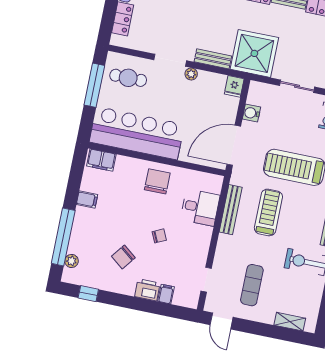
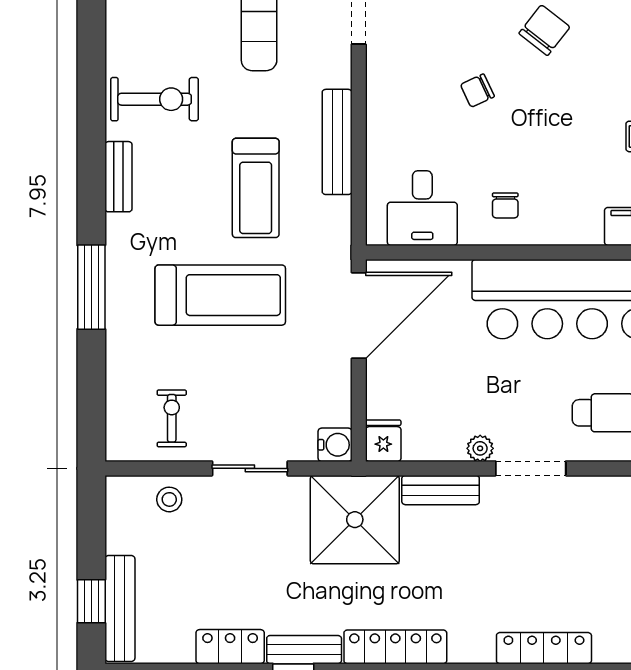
water cooler: (251, 113) -> (335, 445), moved
chair: (157, 181) -> (505, 205), width x0.54, depth x0.54
desk: (200, 207) -> (422, 208), moved, turned -90
bench: (231, 210) -> (337, 142), moved

